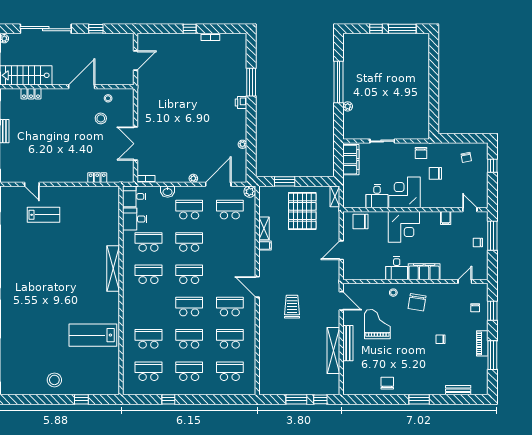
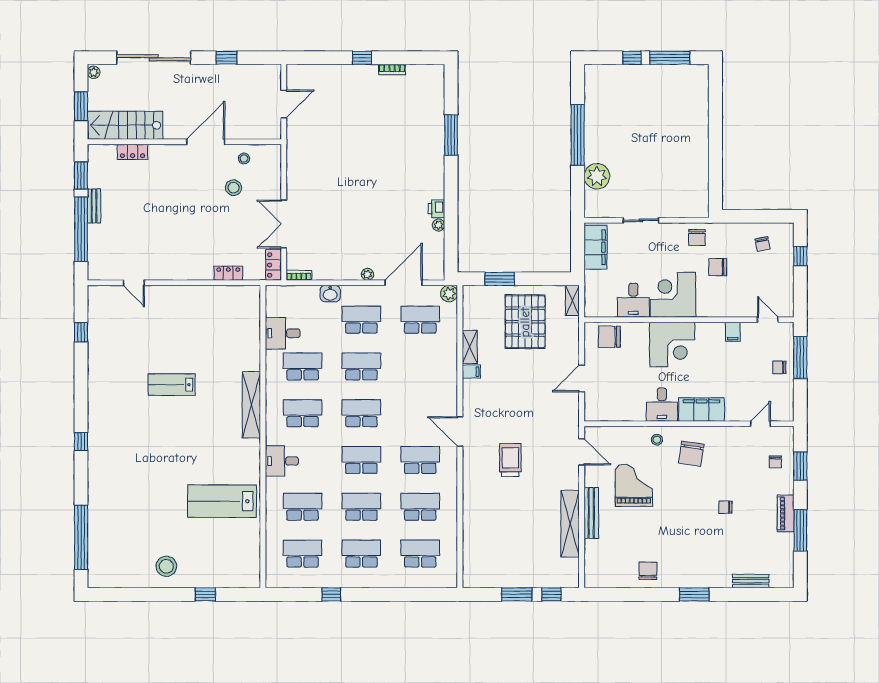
printer: (241, 102) -> (437, 209), moved
plant: (348, 106) -> (597, 176), width x1.88, depth x1.88
locker: (128, 172) -> (273, 265), added
desk: (134, 196) -> (282, 461), moved
lab bench: (44, 215) -> (172, 385), moved, turned 180

